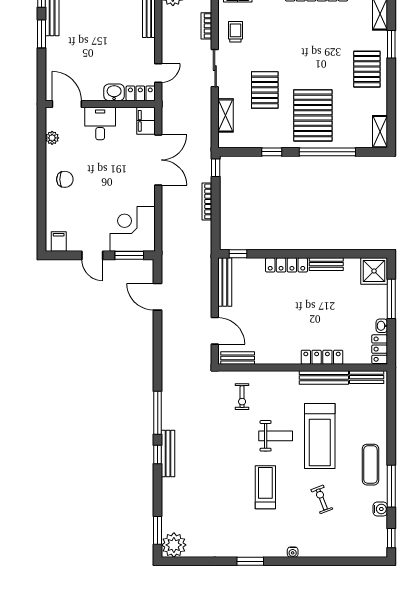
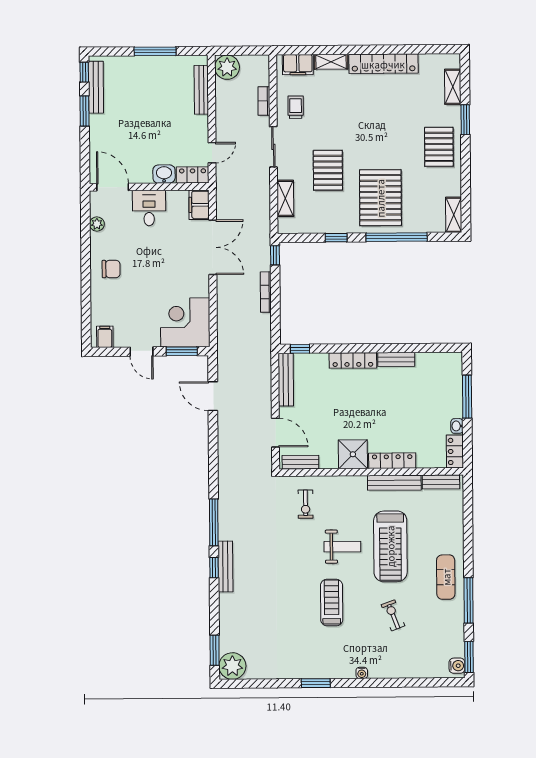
shower: (374, 271) -> (353, 454), moved
water cooler: (380, 509) -> (457, 666), moved
window: (391, 538) -> (469, 657), width x1.50

